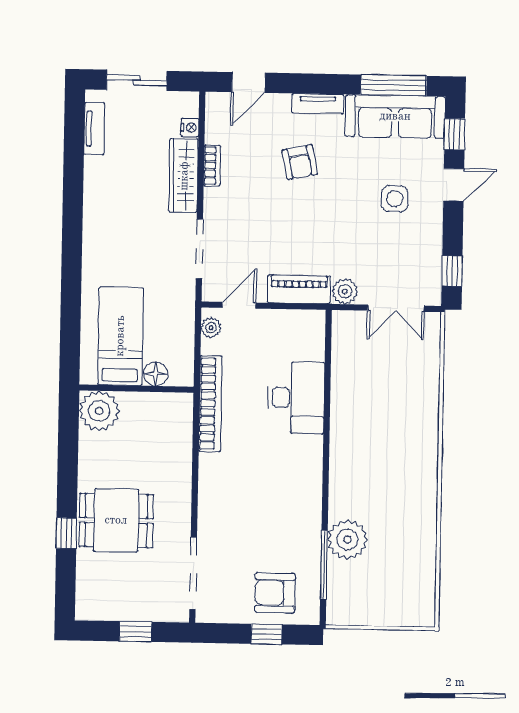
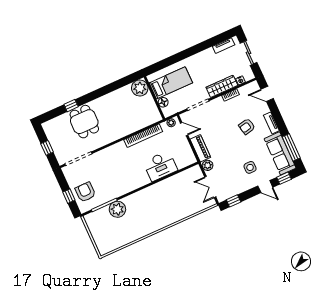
bed: (120, 336) -> (171, 83), moved
floor lamp: (156, 374) -> (163, 102), moved
wall: (136, 389) -> (154, 98), moved
plant: (99, 411) -> (140, 88), moved

